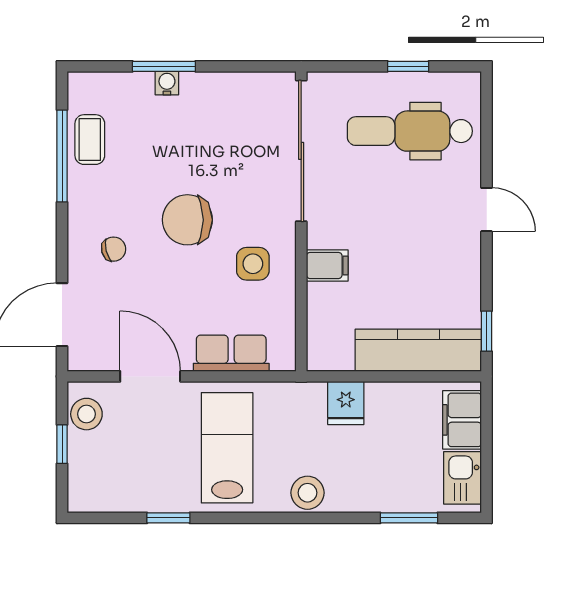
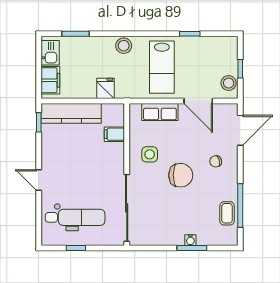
filing cabinet: (327, 265) -> (114, 134), moved

